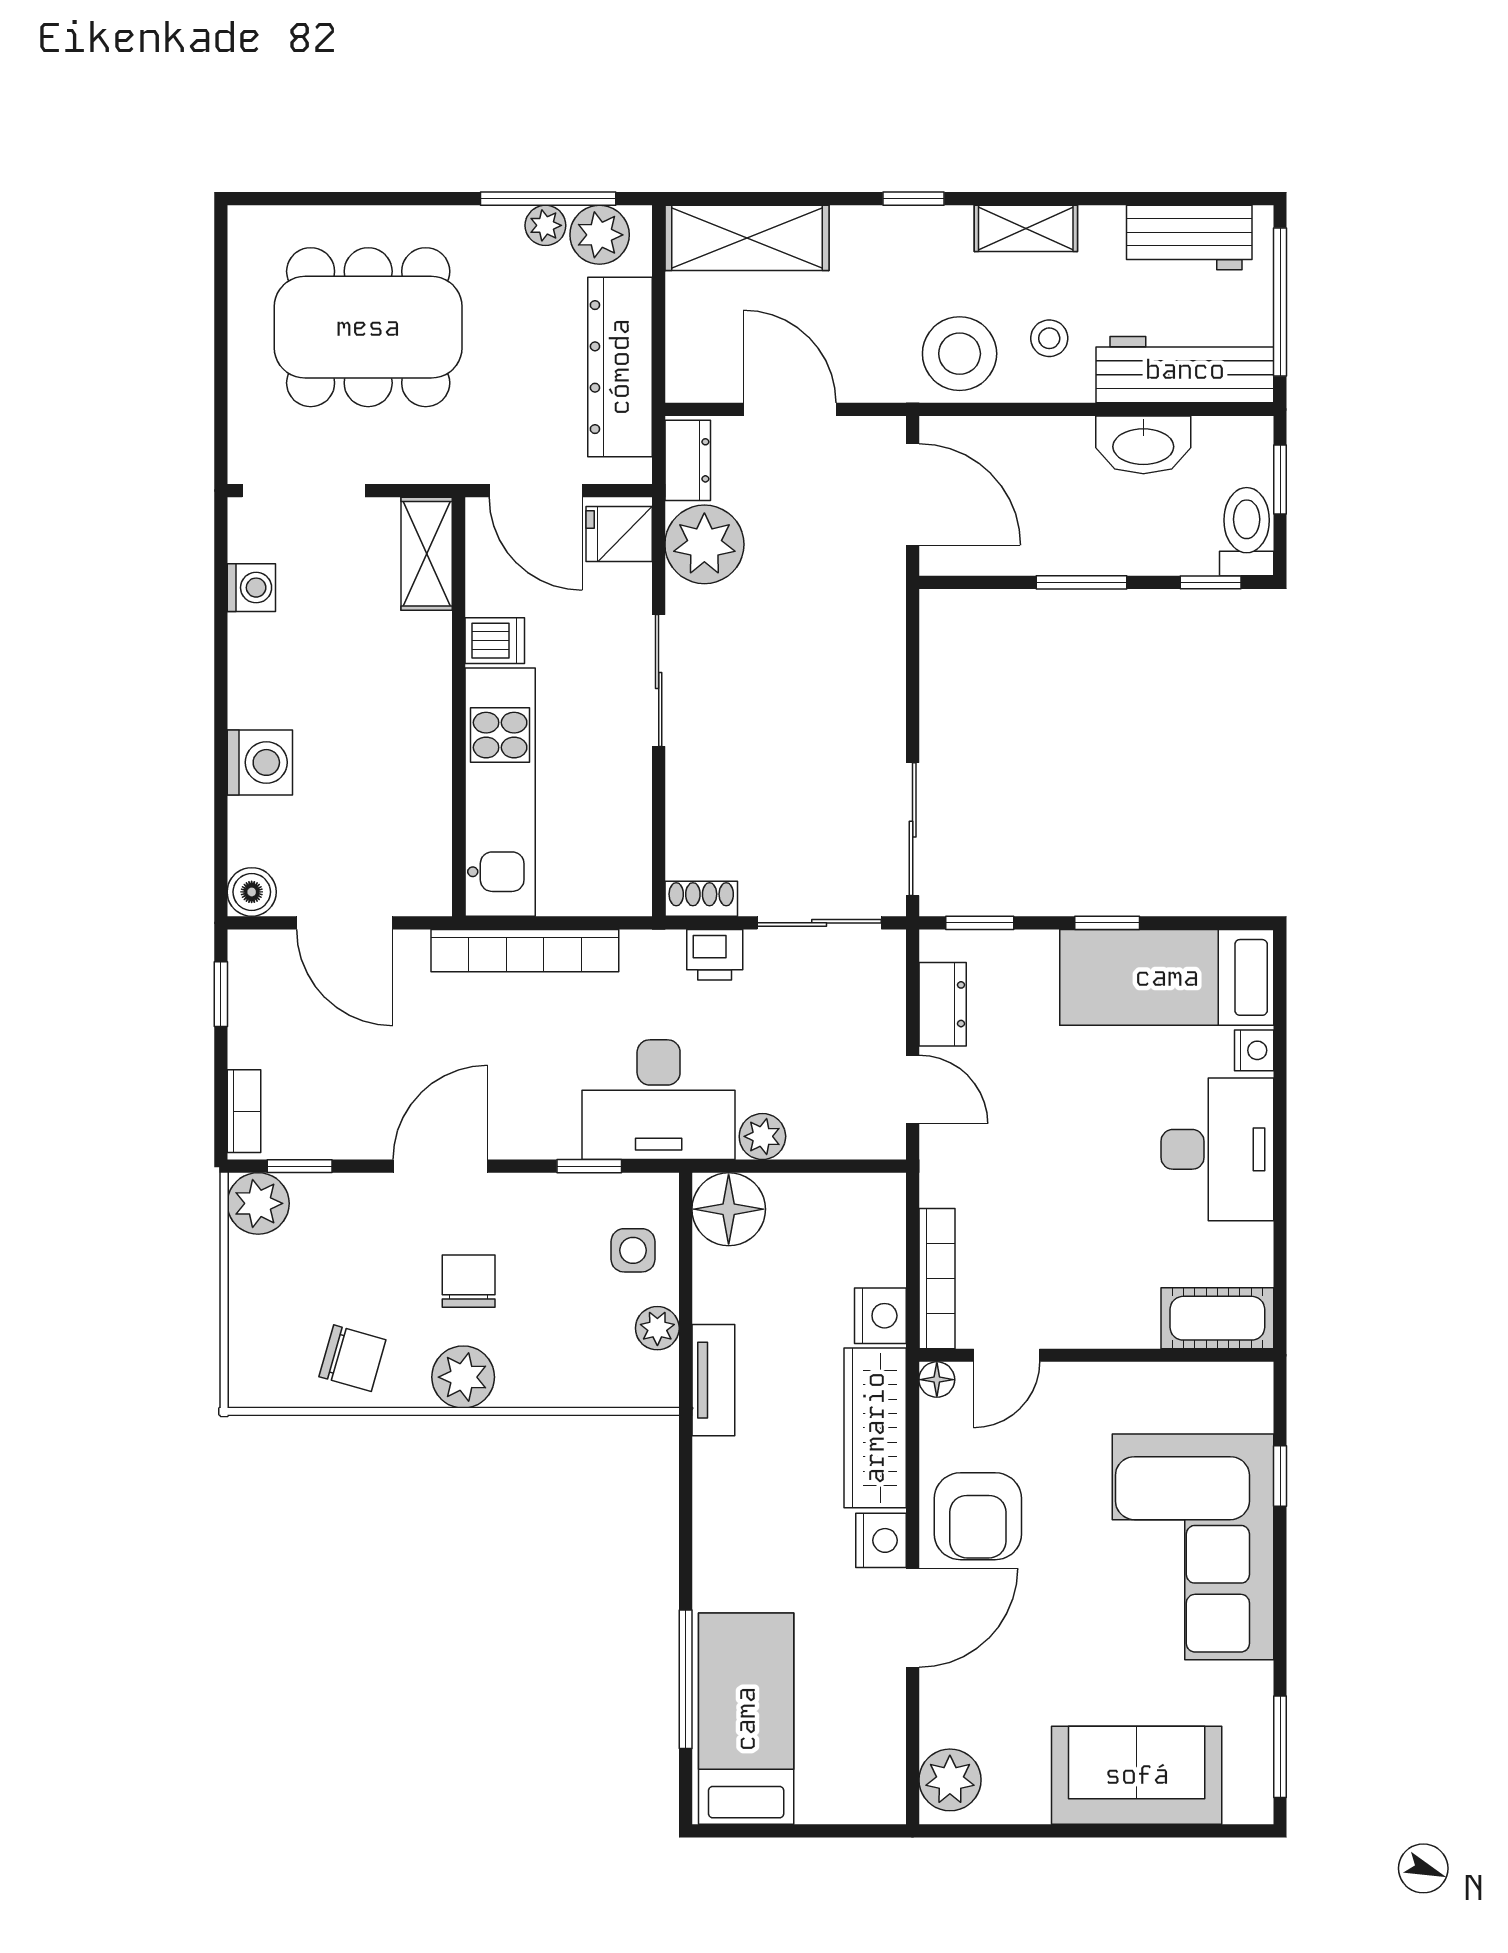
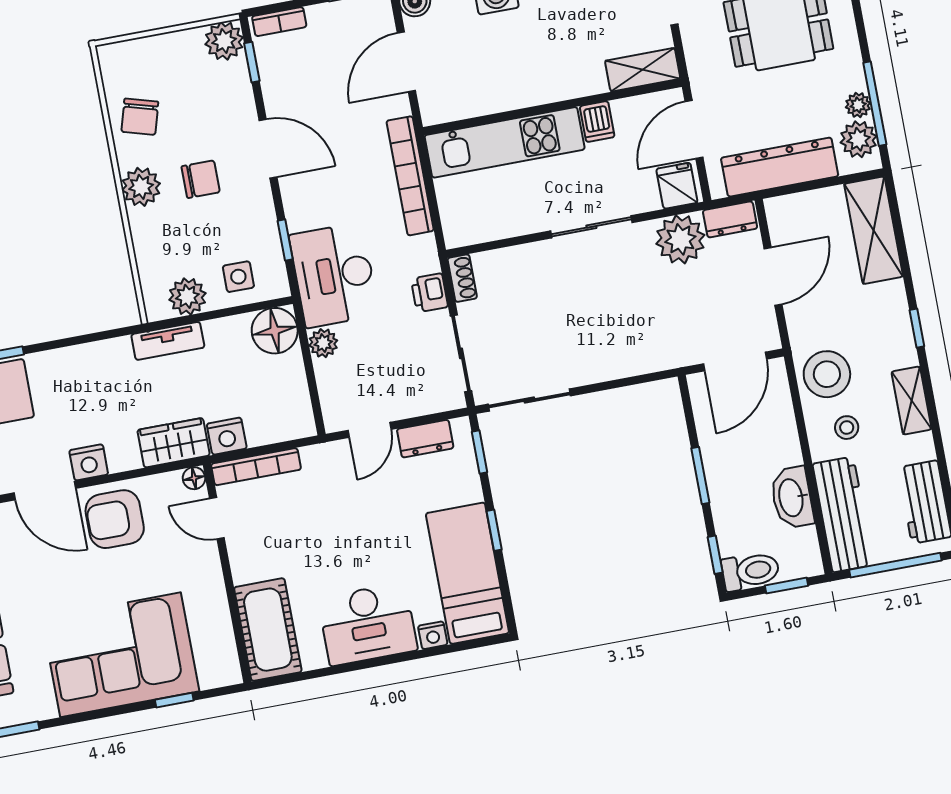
cot: (1217, 1318) -> (268, 630), width x1.37, depth x1.34
plant: (657, 1328) -> (187, 296), width x1.38, depth x1.38
wardrobe: (875, 1428) -> (174, 443), width x0.67

